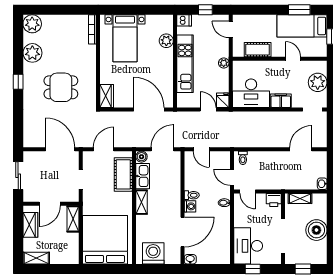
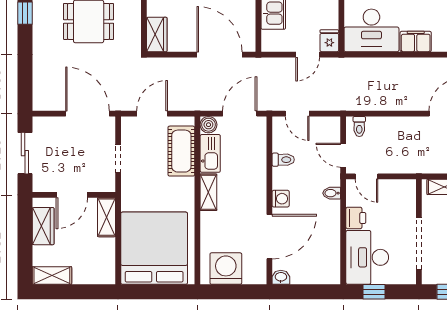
door: (208, 110) -> (308, 55), swing flipped
toilet: (192, 195) -> (283, 160), moved
printer: (274, 200) -> (356, 218), moved, turned -90

